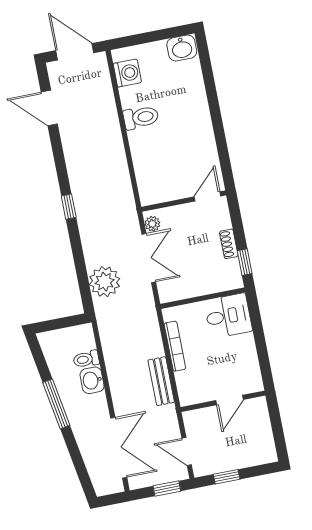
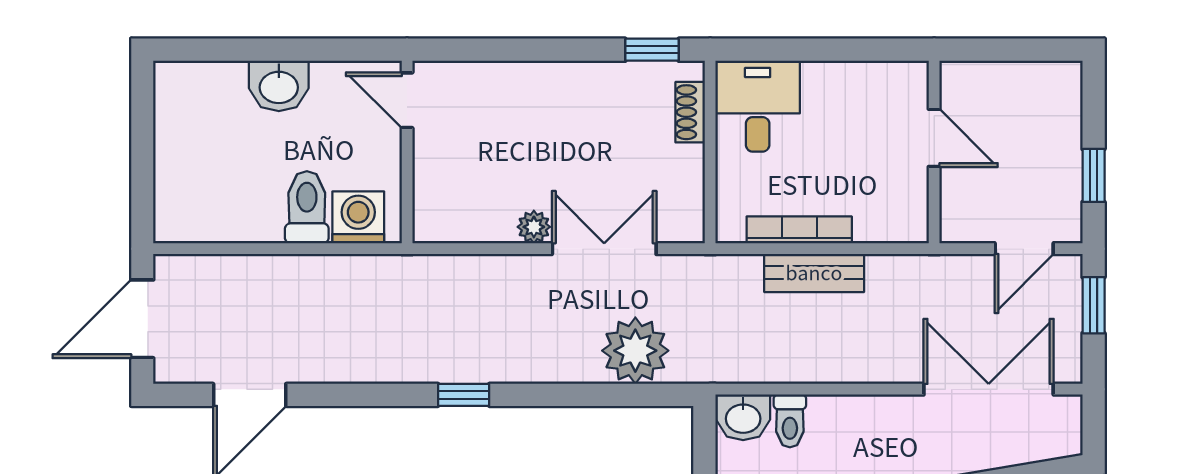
washbasin: (182, 48) -> (279, 86), moved, turned 90
washing machine: (127, 73) -> (358, 217), moved
door: (208, 196) -> (407, 100), moved
wall: (184, 201) -> (407, 152), moved
shoe rack: (229, 244) -> (690, 112), moved, turned 90
washbasin: (92, 380) -> (743, 417), moved
bench: (161, 381) -> (814, 273), moved

